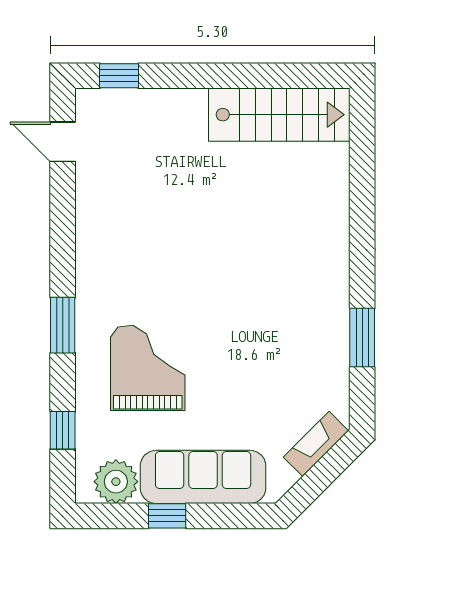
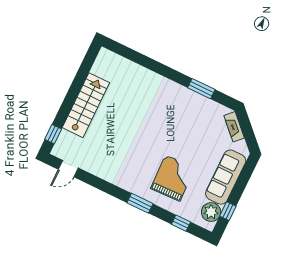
stairs: (279, 115) -> (86, 105), moved
grand piano: (148, 368) -> (173, 178), turned 88
window: (167, 516) -> (228, 211), moved

